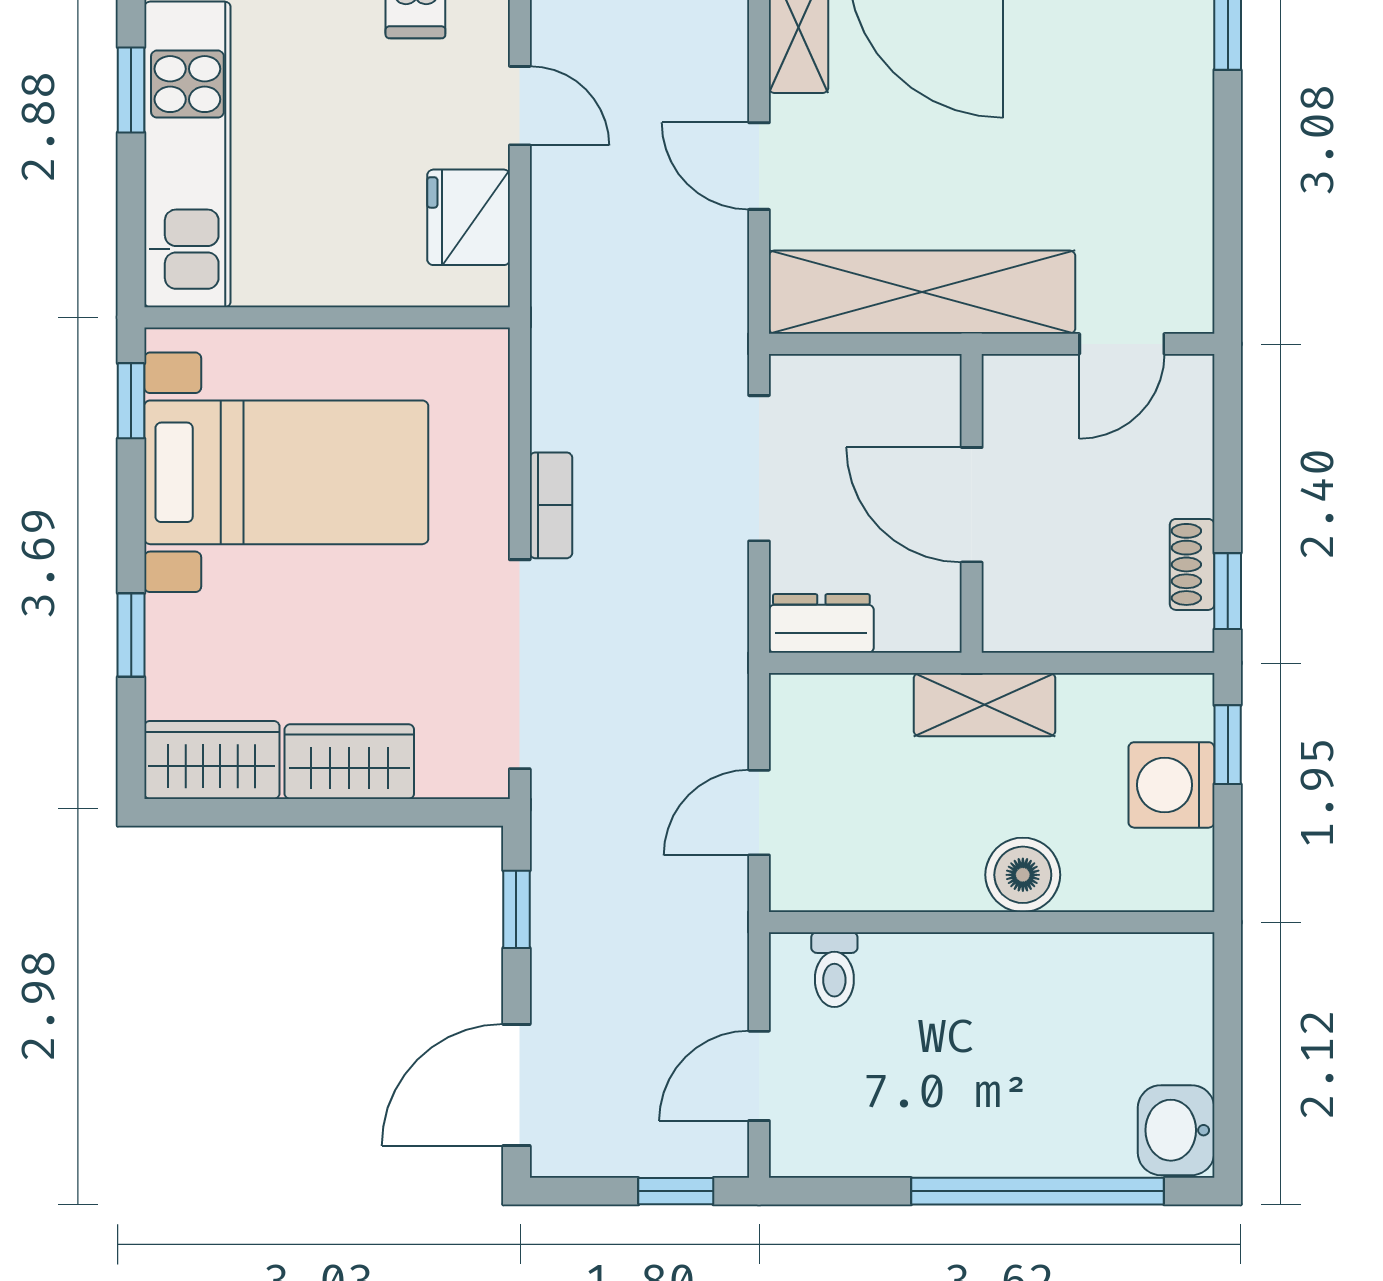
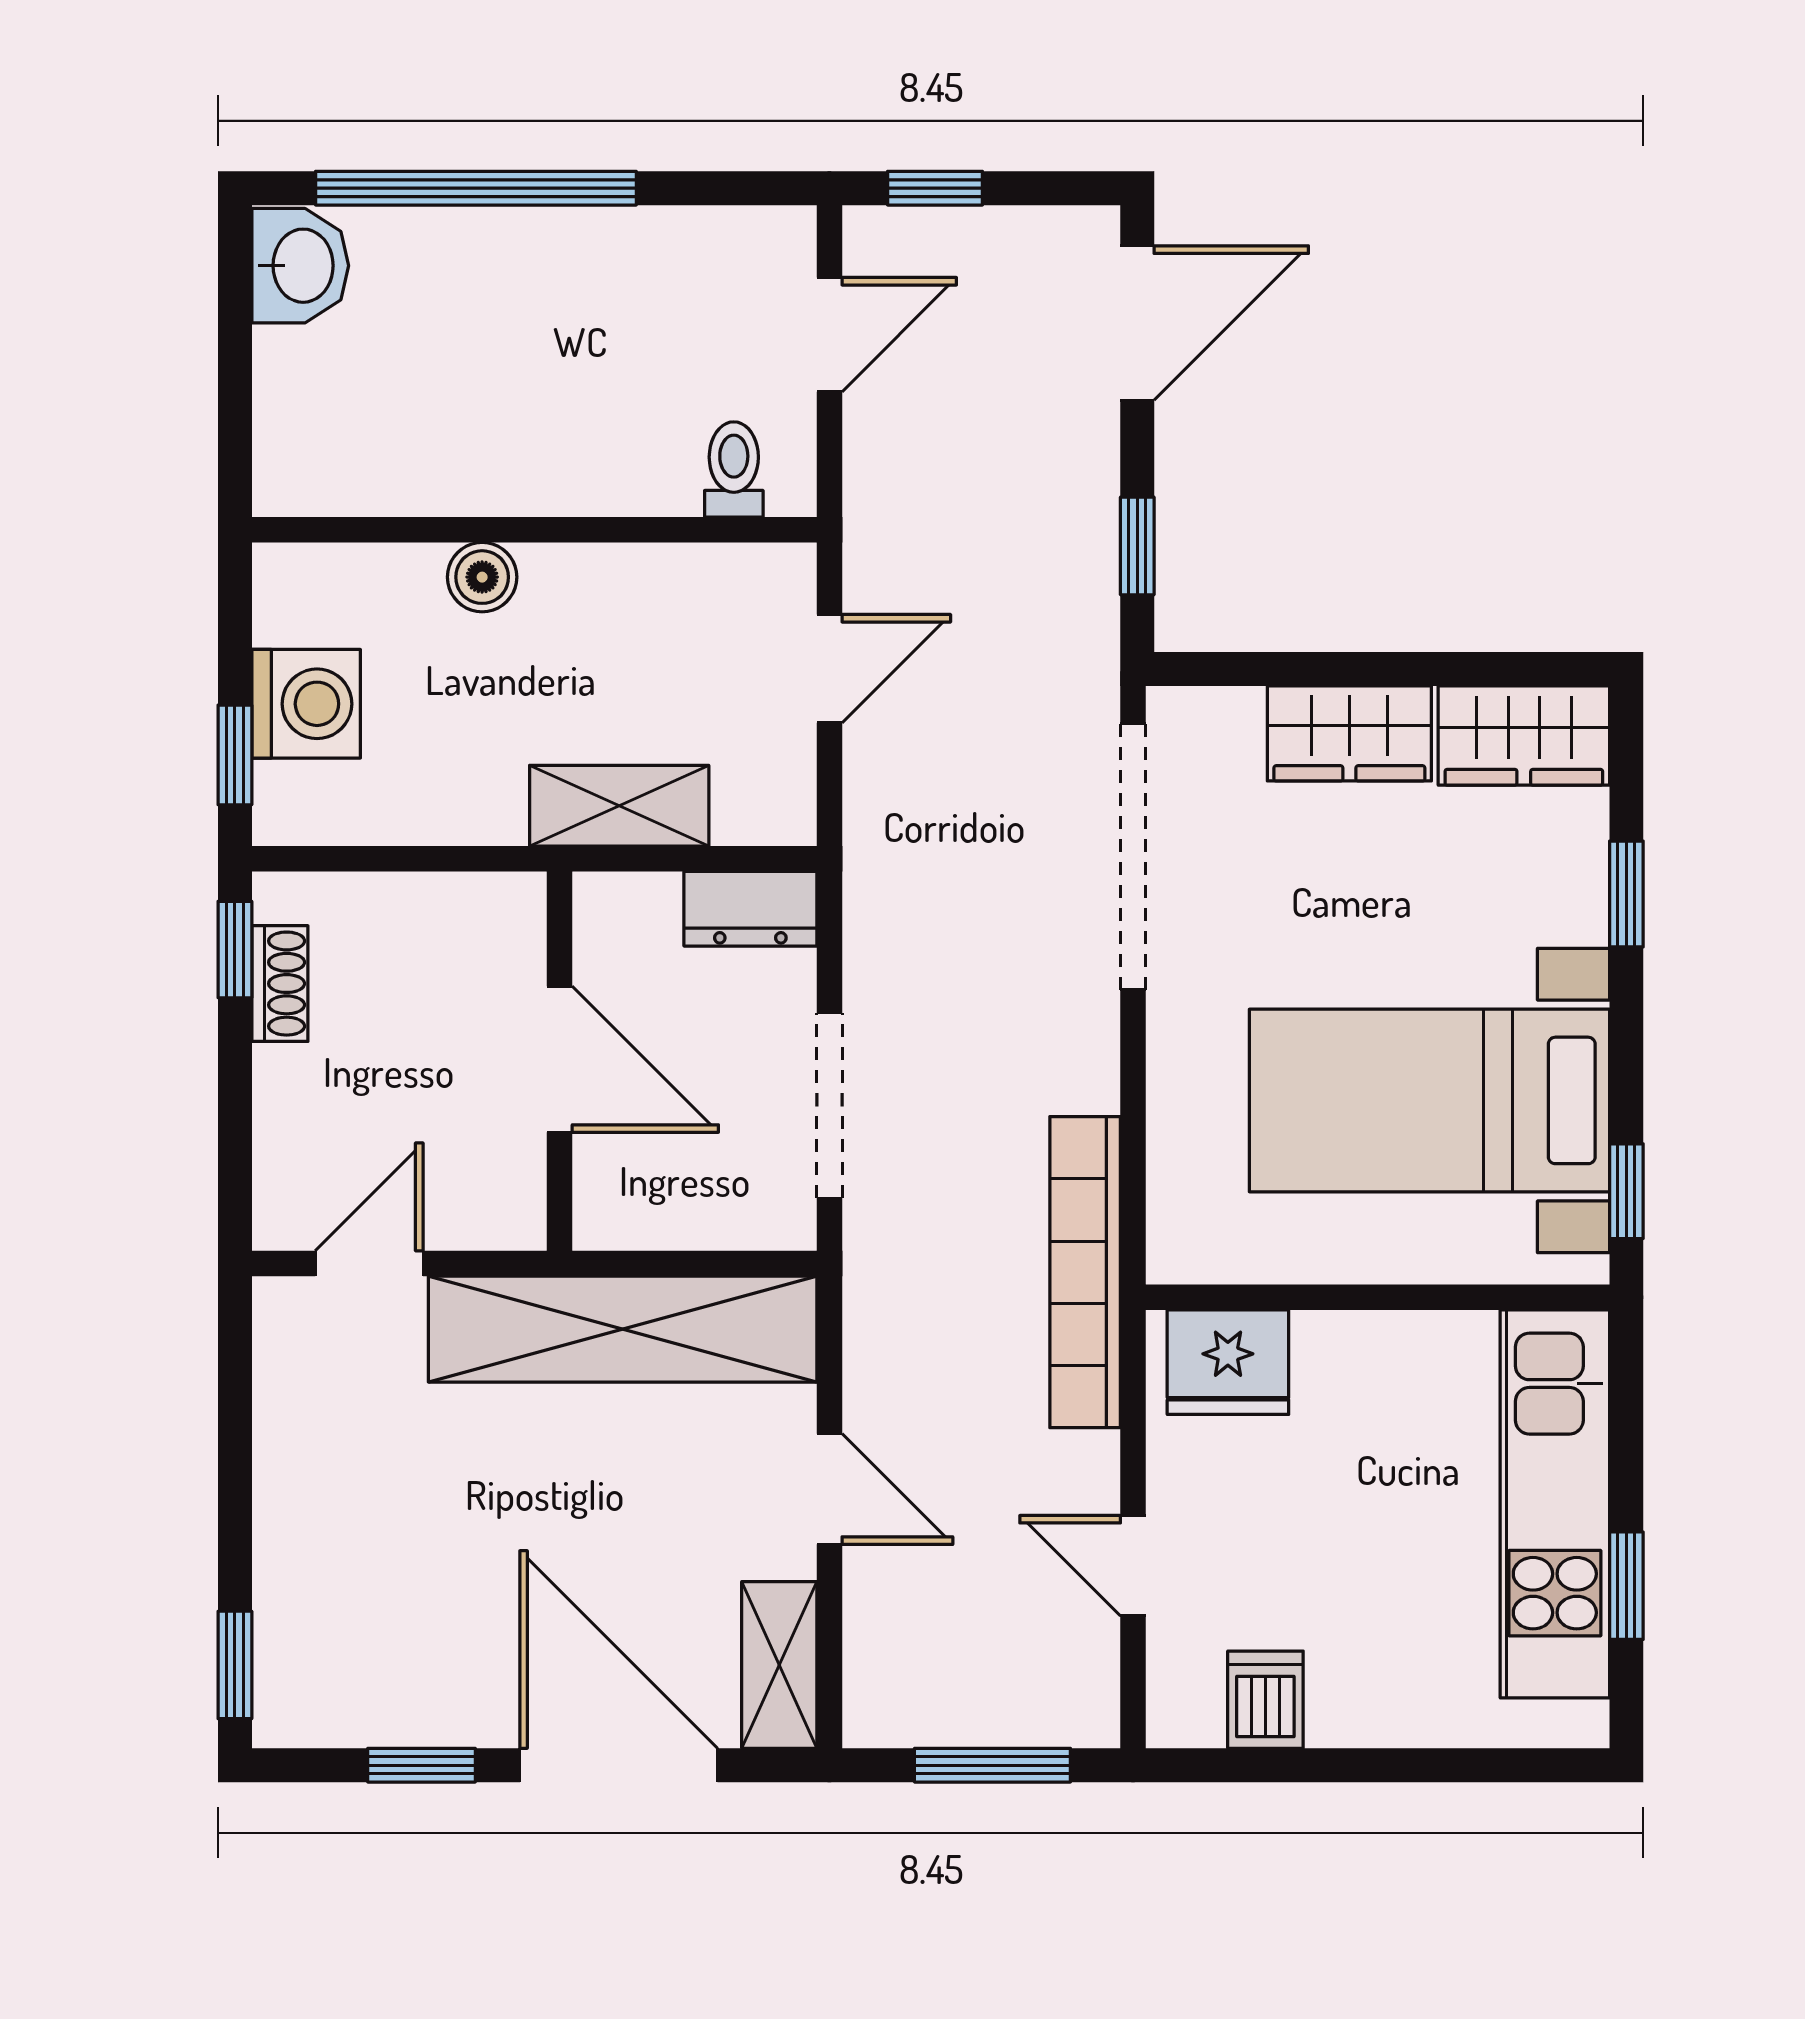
fridge: (469, 217) -> (1228, 1362), moved, turned 90
bookcase: (551, 505) -> (1085, 1272), moved, width x2.31, depth x1.31
shelving: (985, 705) -> (619, 806), moved
boiler: (1023, 875) -> (482, 577), width x0.73, depth x0.73

